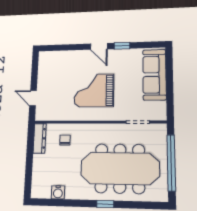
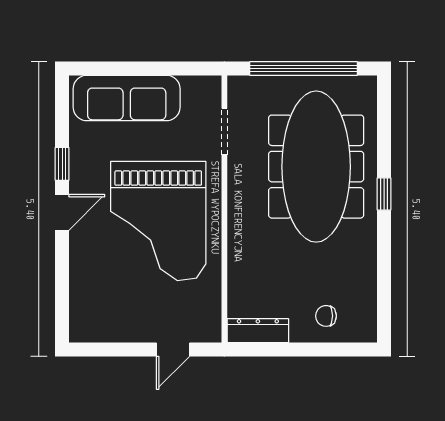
grand piano: (94, 91) -> (158, 221), width x1.37, depth x1.48
chair: (65, 140) -> (326, 316), moved
water cooler: (58, 192) -> (364, 288), removed

